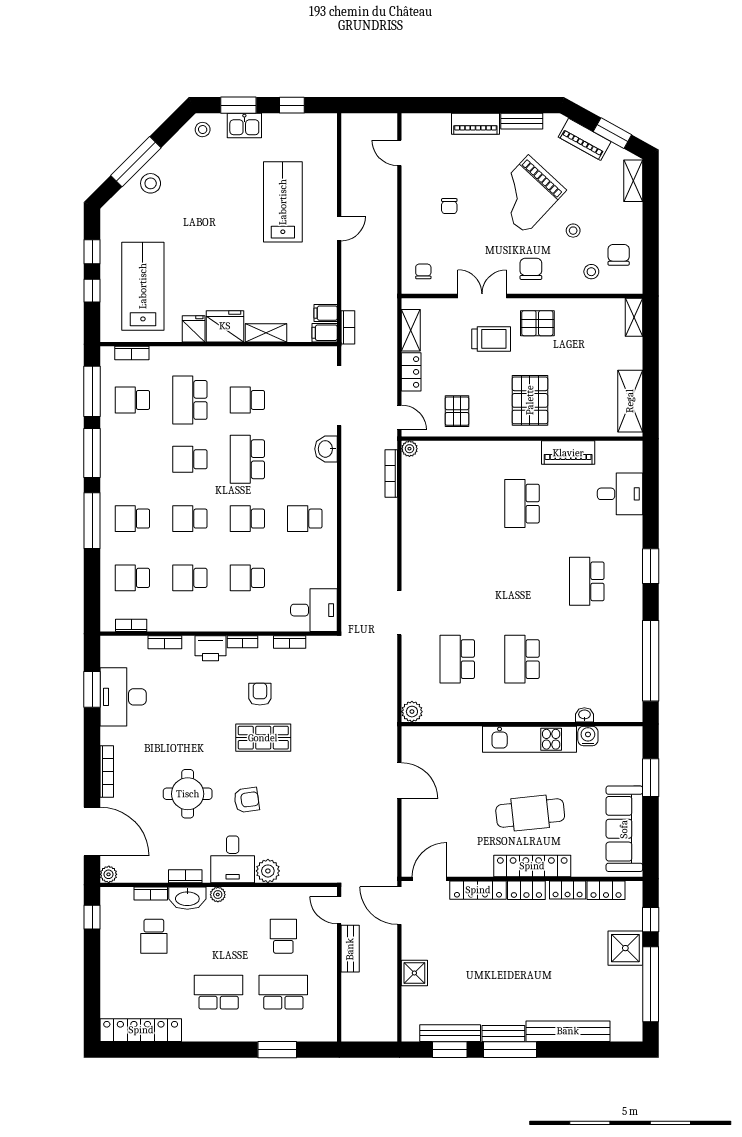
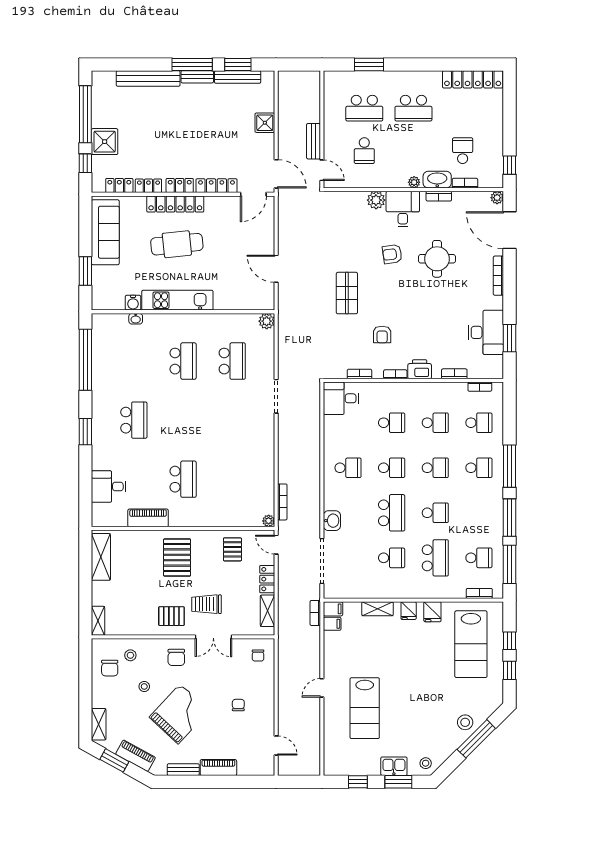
fridge: (225, 326) -> (409, 611), width x0.53, depth x0.75
shop shelf: (263, 738) -> (347, 293), moved, turned 90

